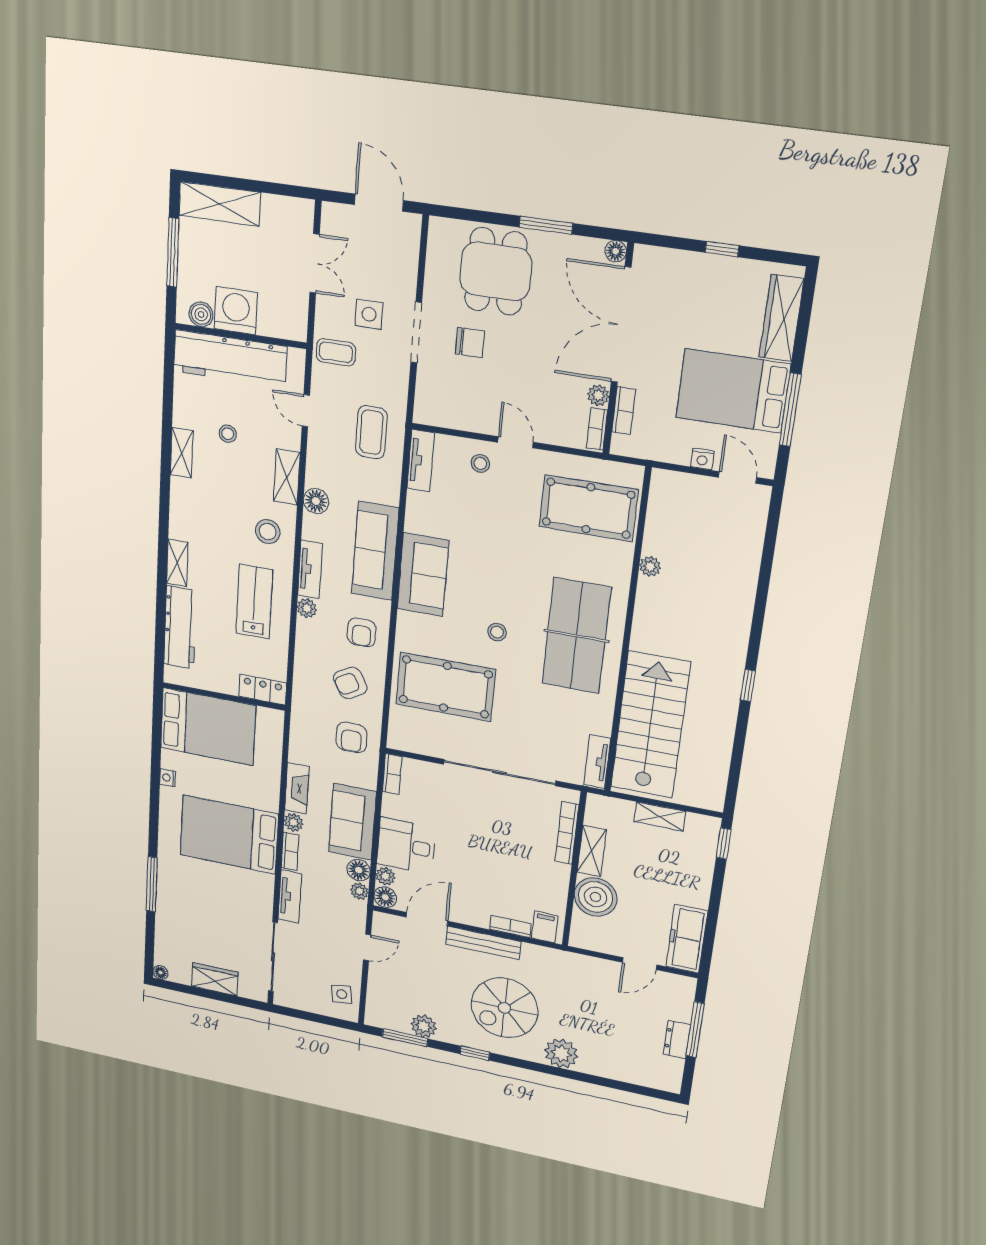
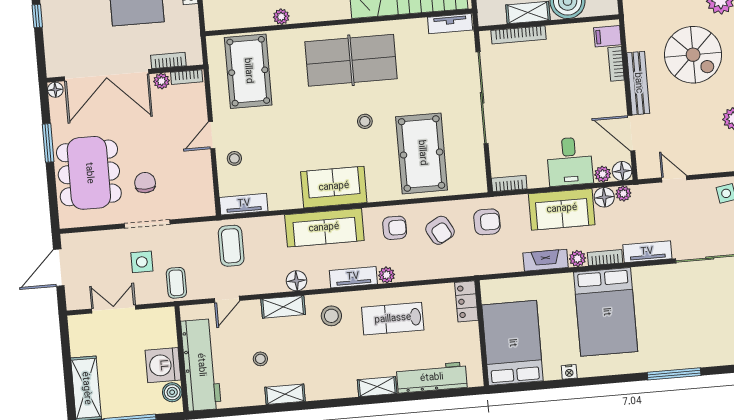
dining table: (496, 271) -> (89, 173), width x1.38
coffee table: (371, 432) -> (231, 246), turned 90

